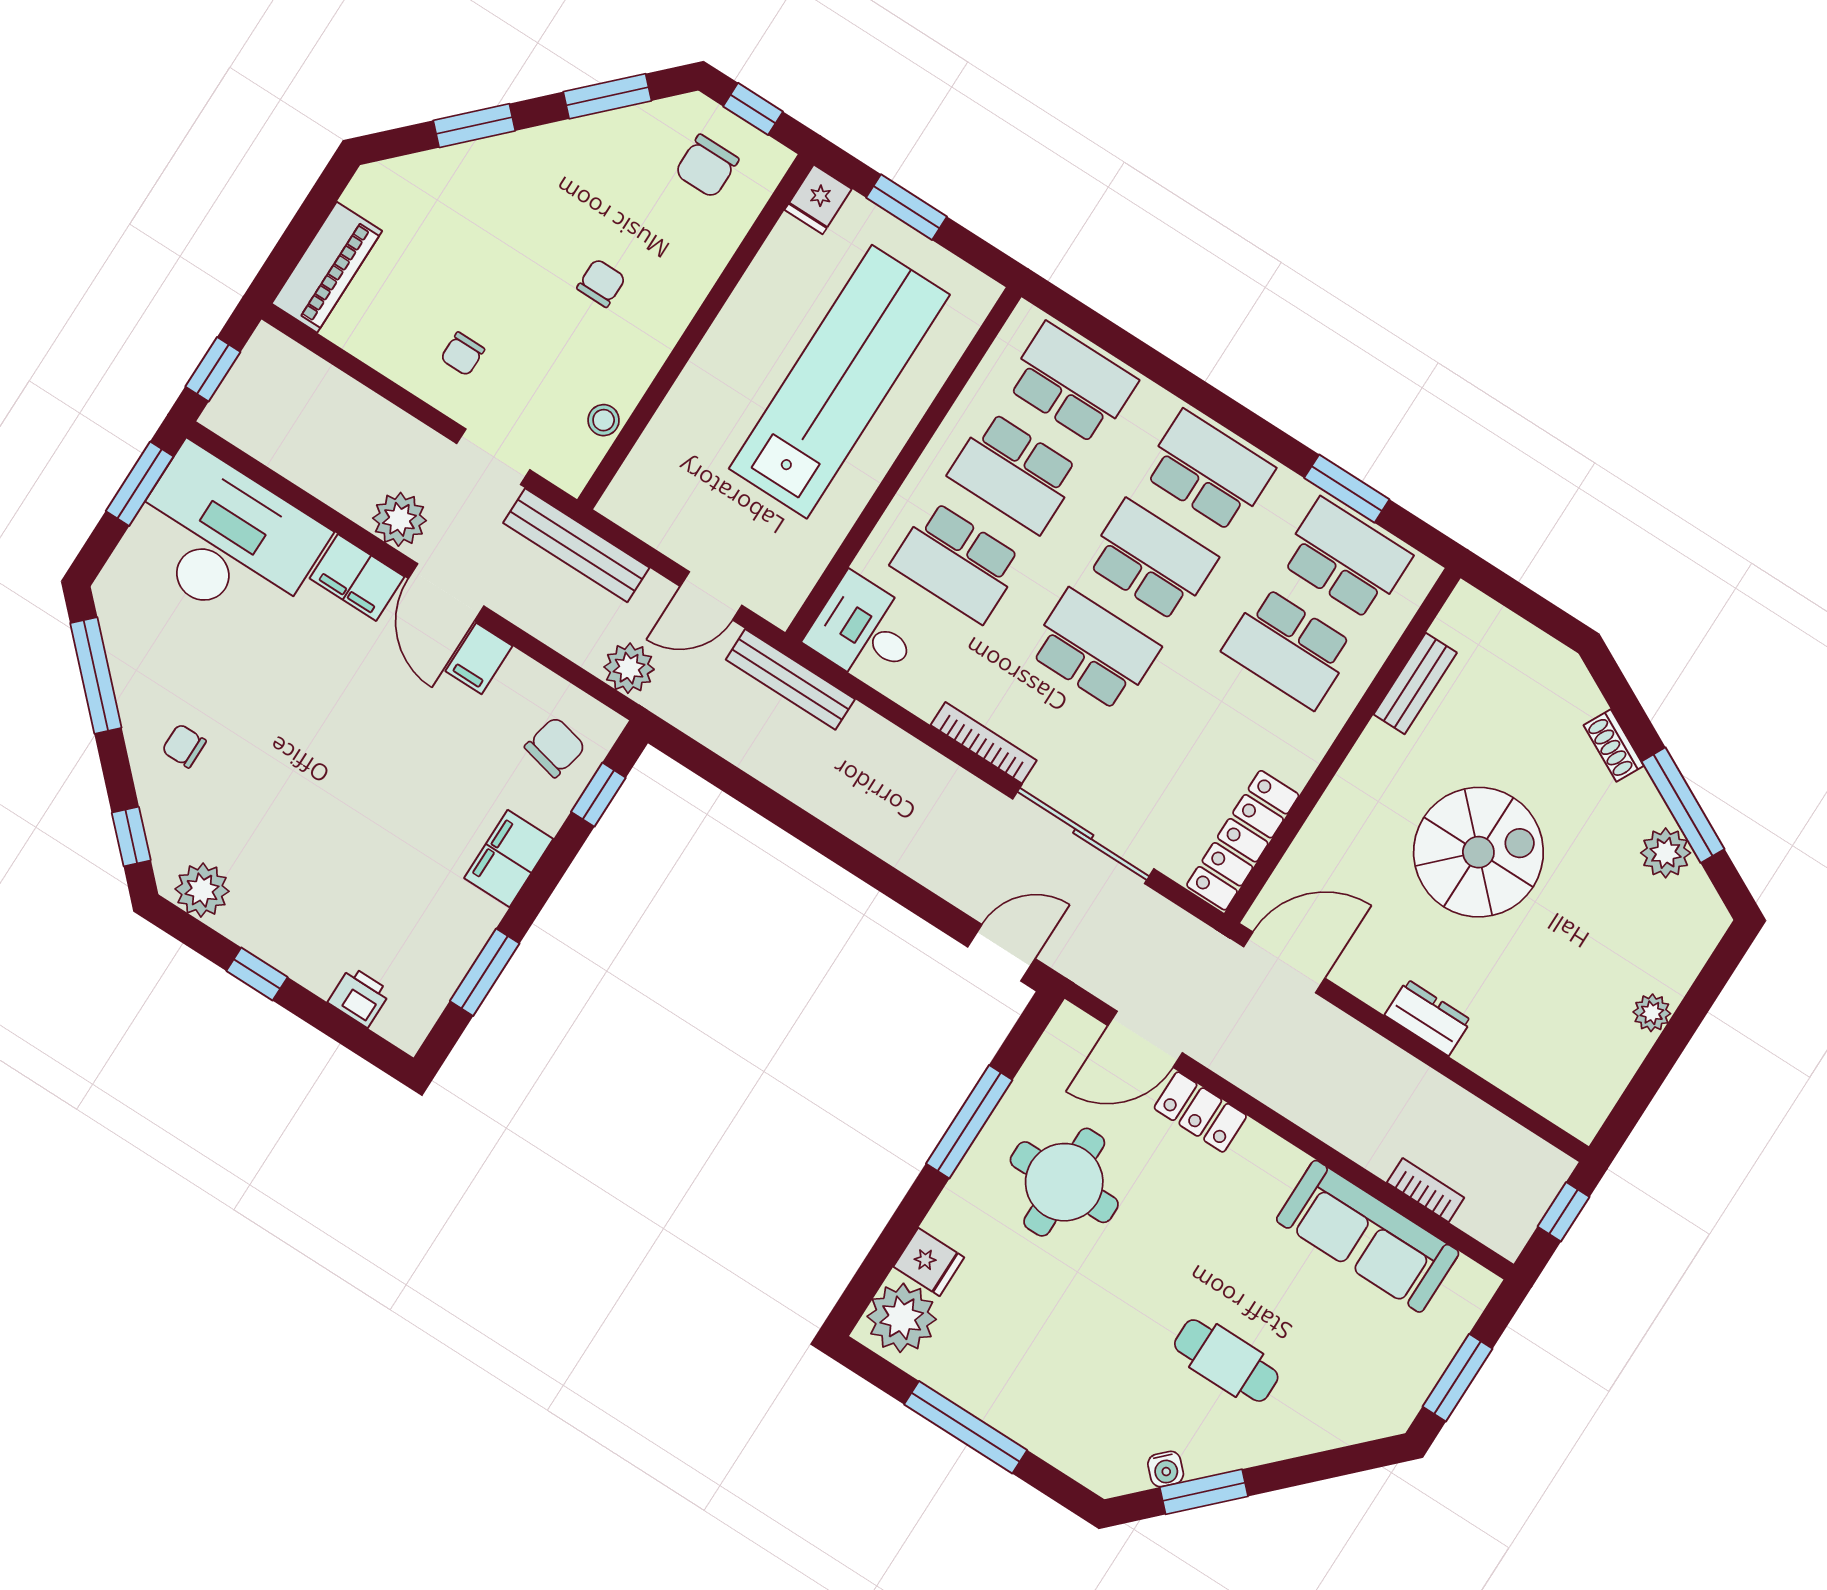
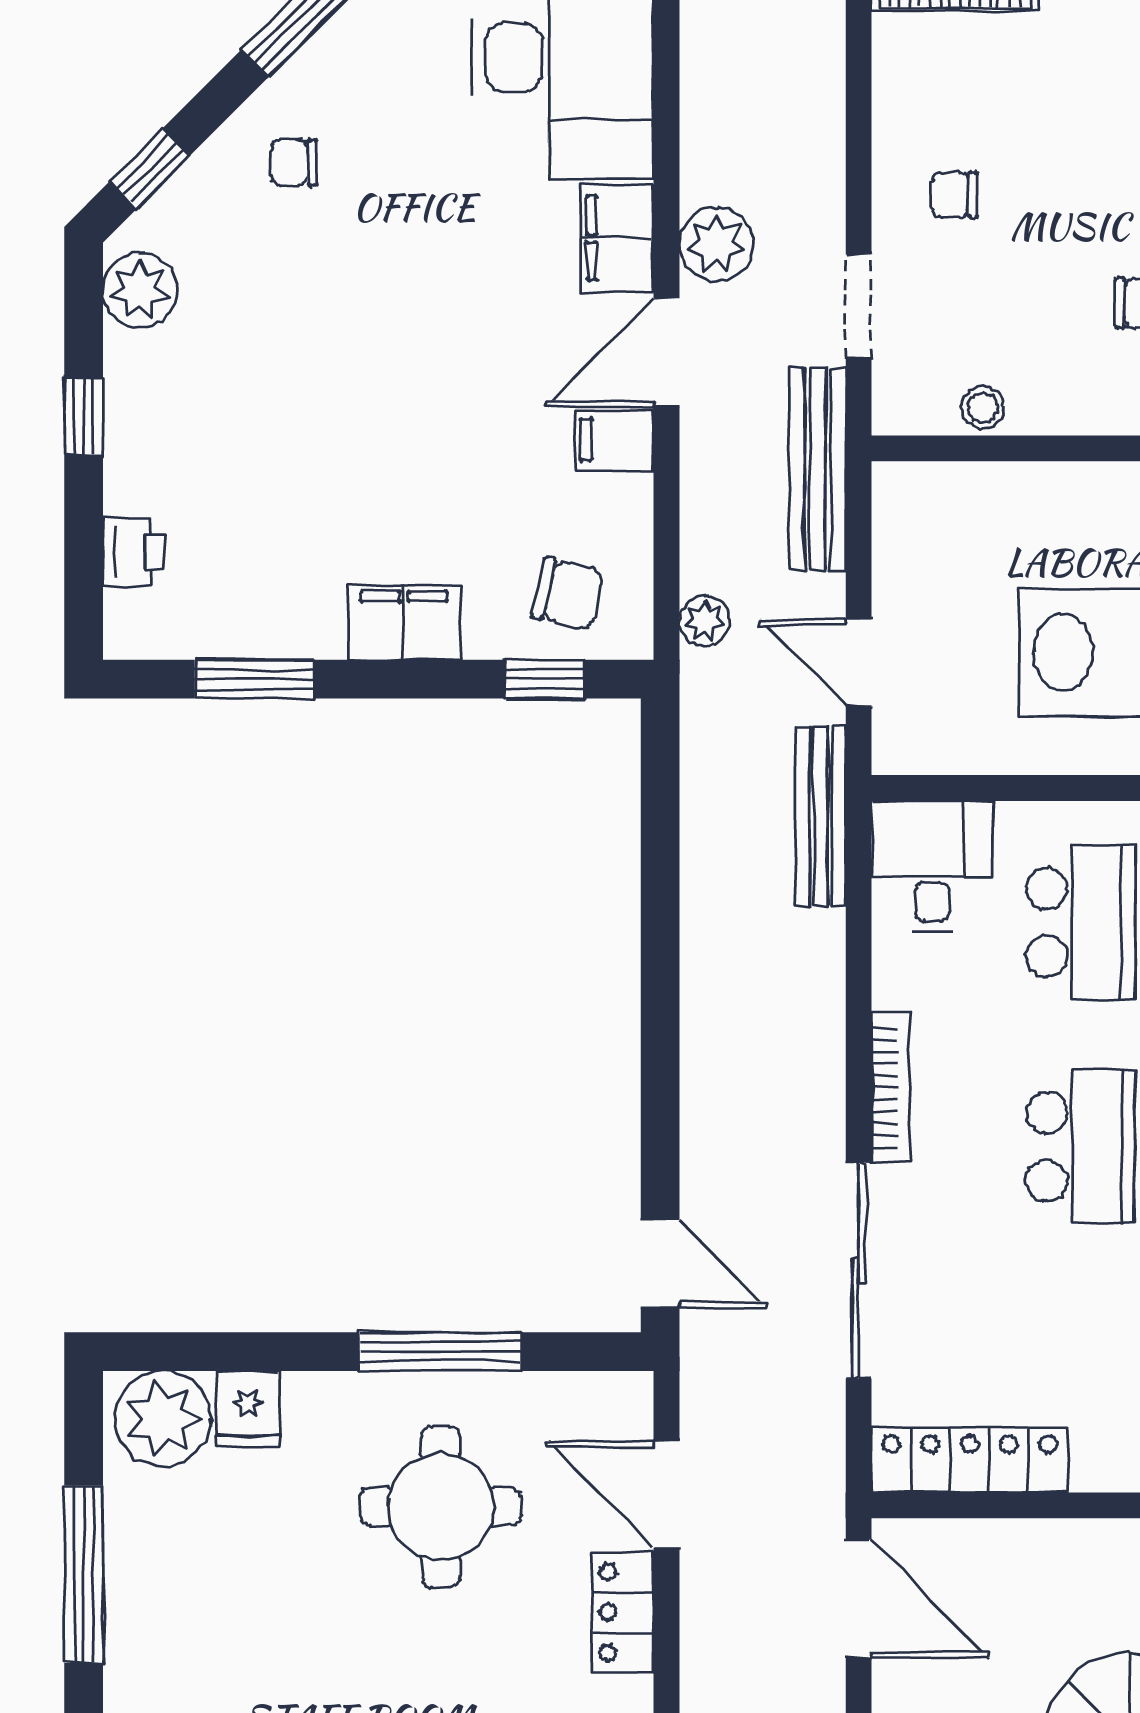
school desk: (957, 562) -> (1080, 923), turned 180
plant: (629, 668) -> (705, 621), width x0.73, depth x0.73
chair: (184, 746) -> (294, 162), turned -90

